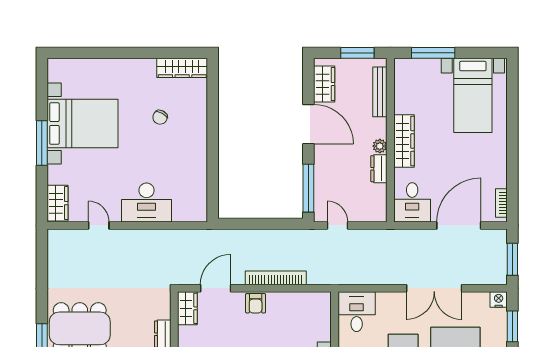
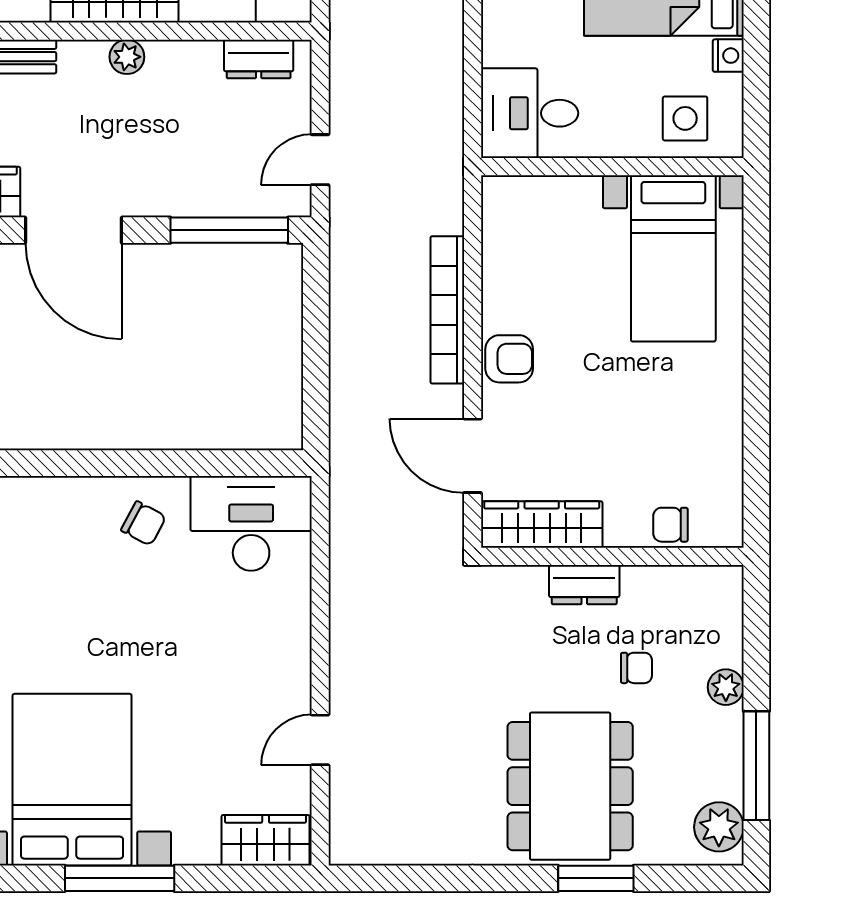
chair: (160, 117) -> (144, 523), moved
door: (308, 124) -> (73, 230), swing flipped
dresser: (379, 169) -> (259, 59), moved
desk: (146, 202) -> (251, 523), moved, turned -90
wardrobe: (187, 308) -> (542, 524), width x1.50

